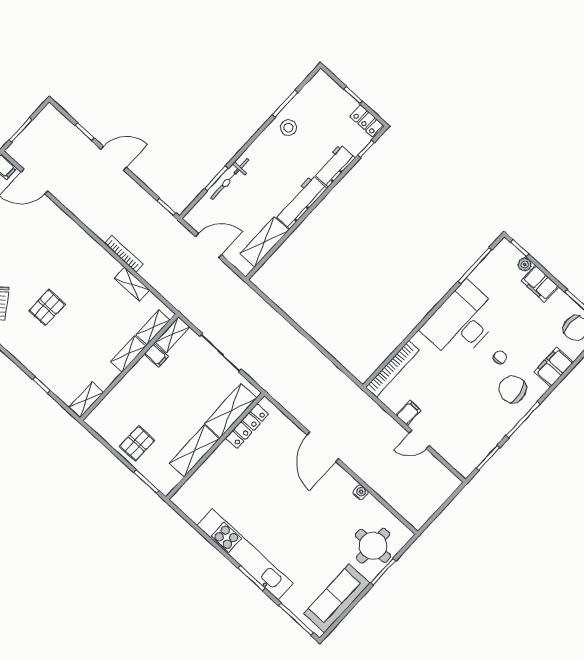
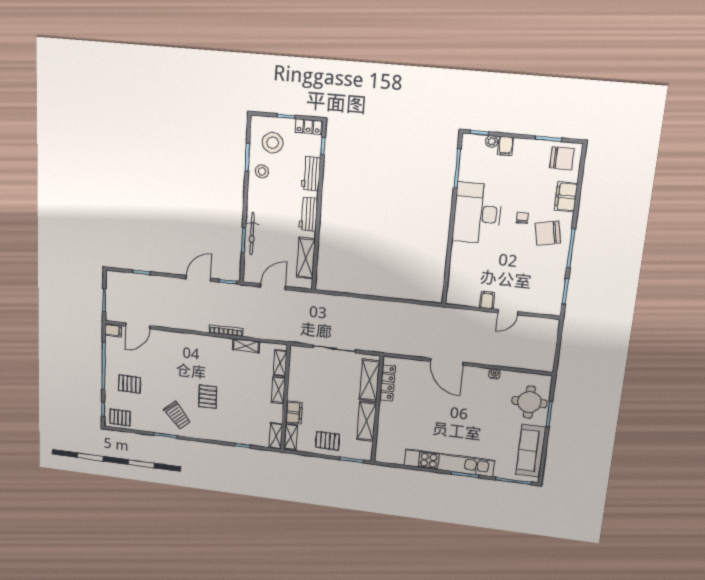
stool: (321, 109) -> (273, 143), added
door: (114, 158) -> (198, 279), moved
workbench: (301, 202) -> (308, 214), width x0.73
filing cabinet: (540, 284) -> (506, 146), width x0.50
shelving: (172, 335) -> (291, 437), moved
filing cabinet: (156, 355) -> (294, 413), moved, width x2.00
bookcase: (392, 369) -> (454, 279), removed
pallet: (137, 443) -> (328, 441), turned 90

